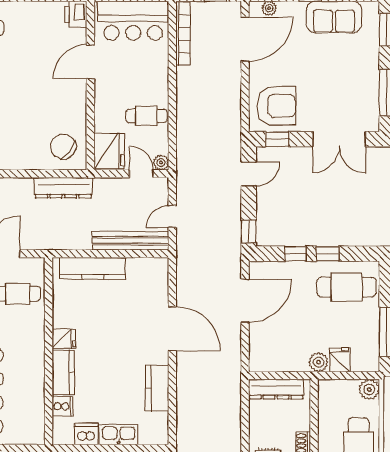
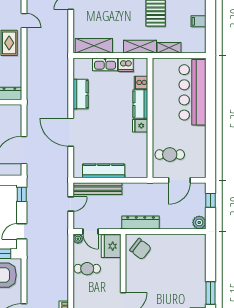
kitchen counter: (93, 268) -> (104, 171), moved

